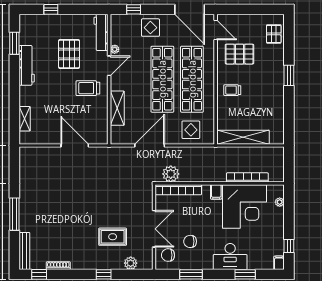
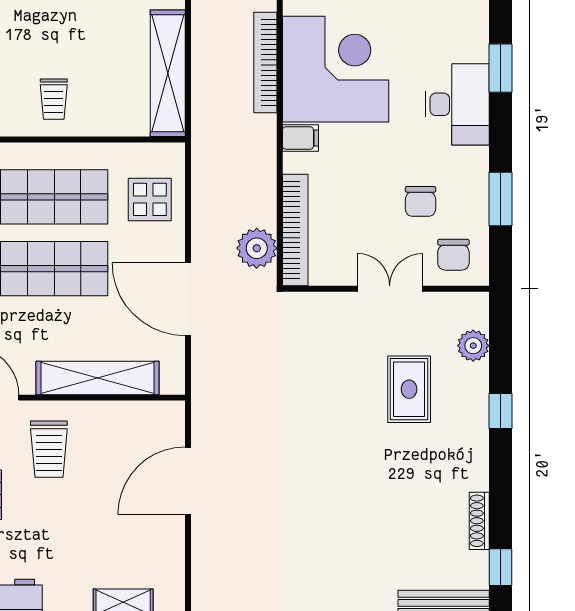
shelving: (117, 108) -> (98, 378), width x1.47
double door: (154, 229) -> (390, 289), width x0.73

